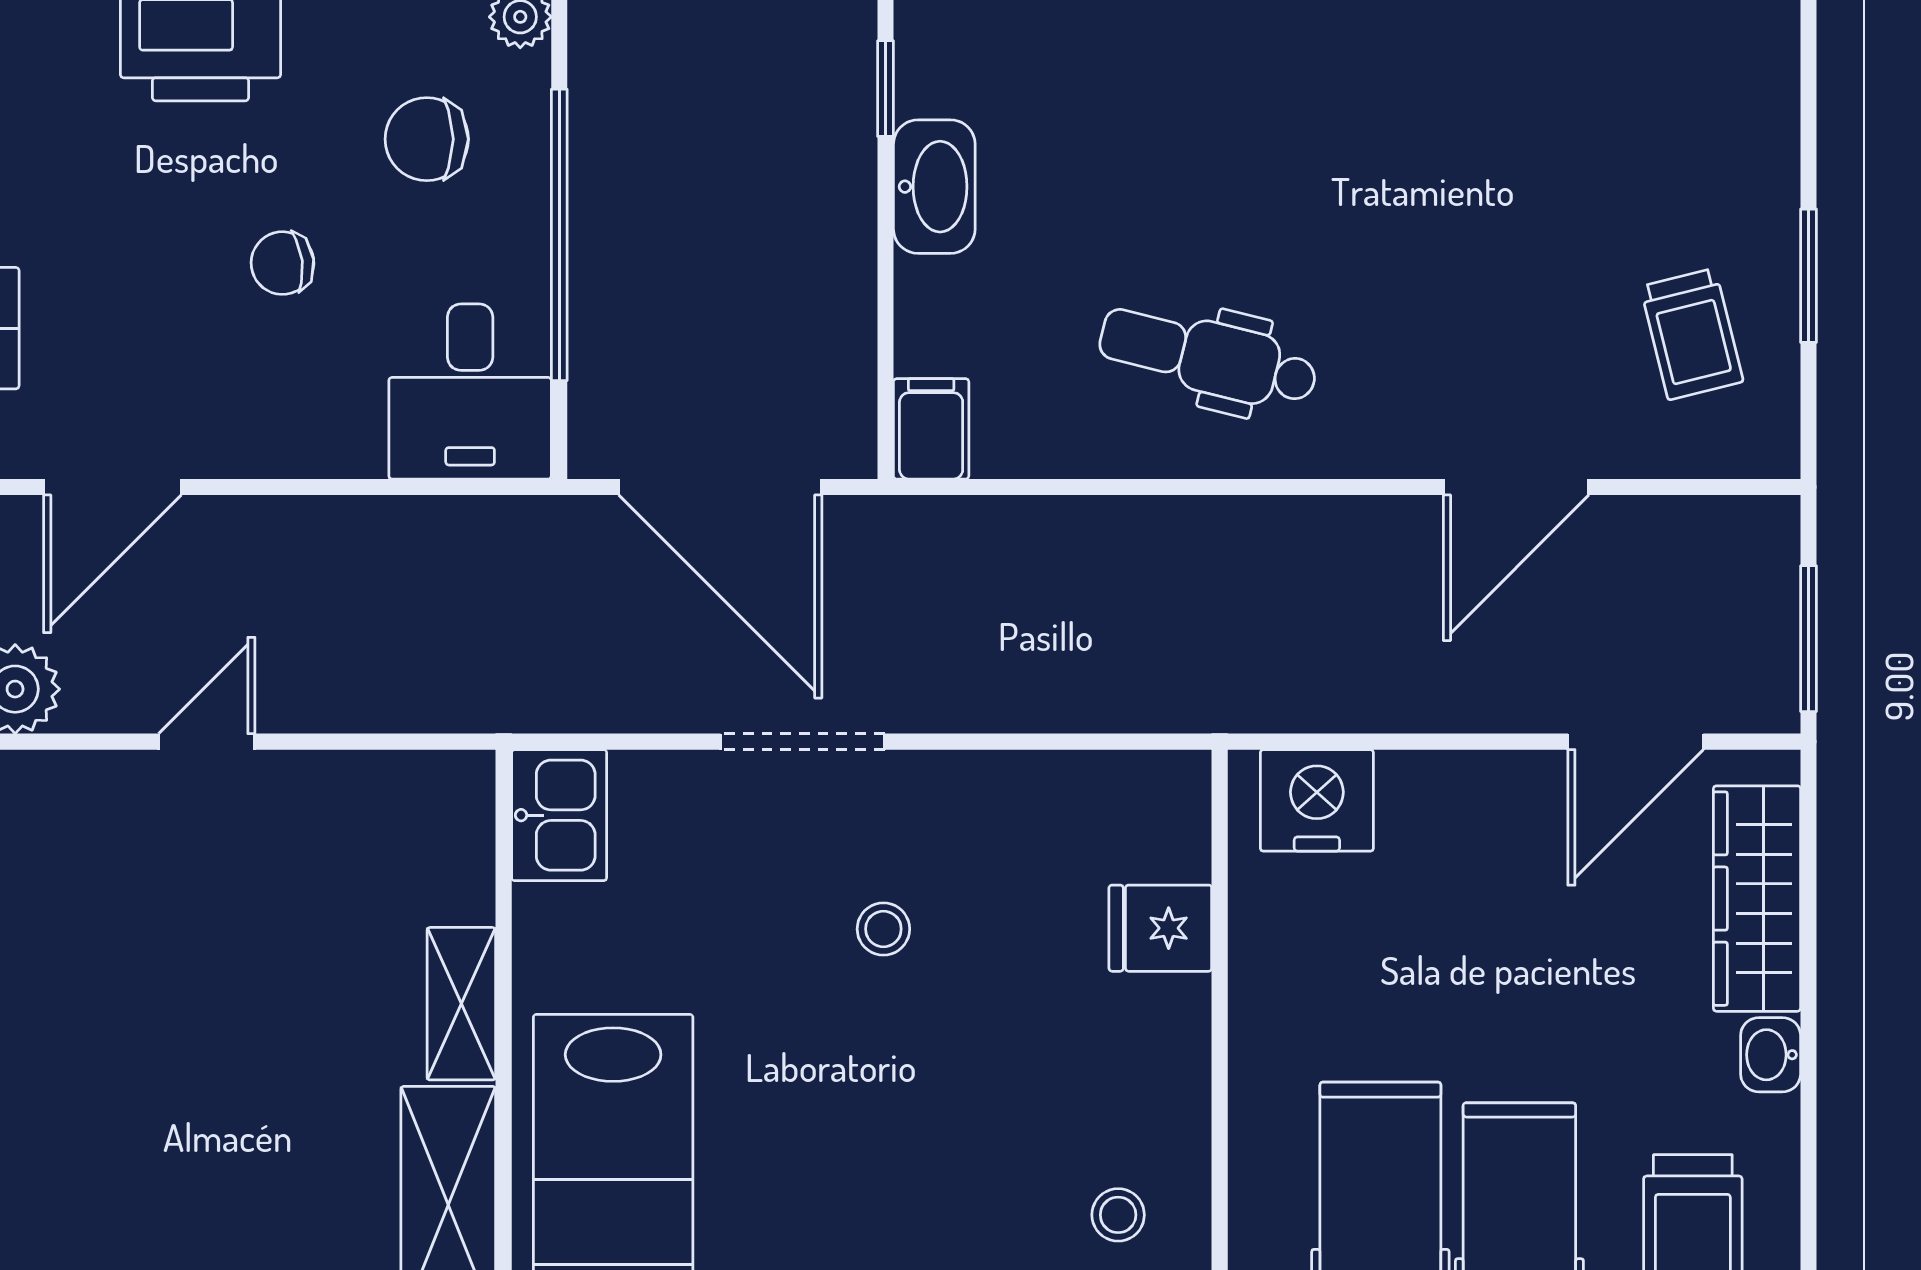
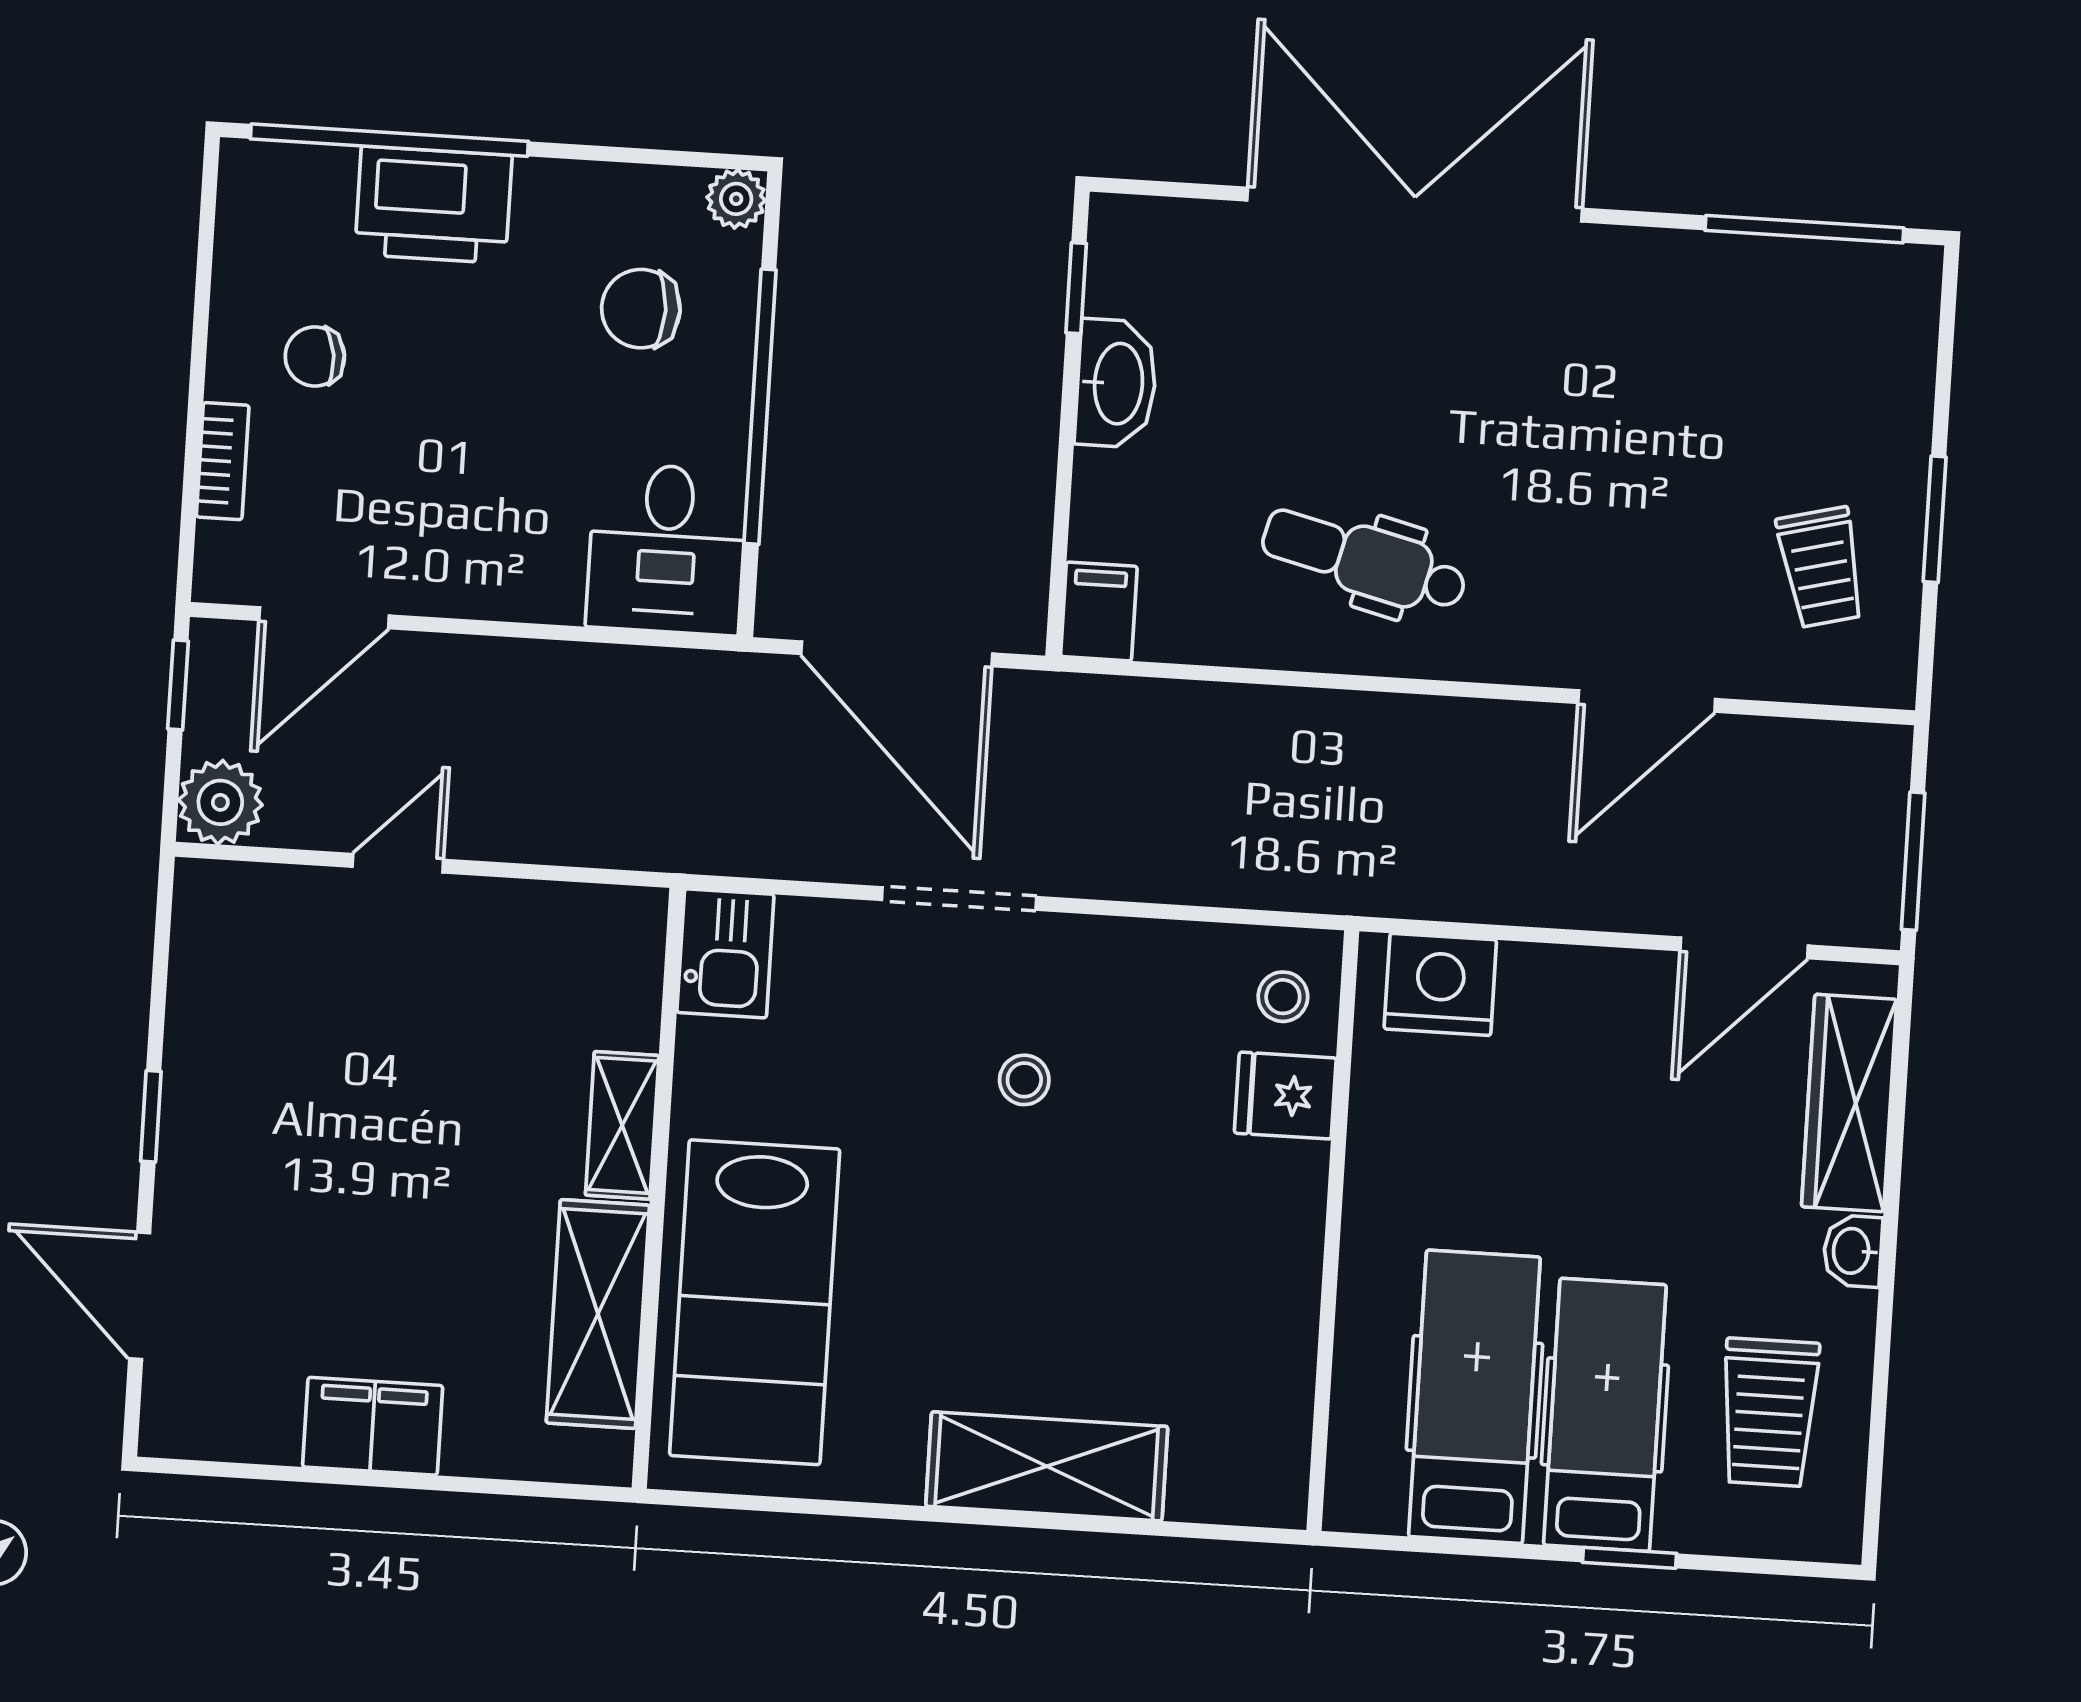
chair: (282, 263) -> (315, 356), moved
stool: (1118, 1215) -> (1283, 997), moved

